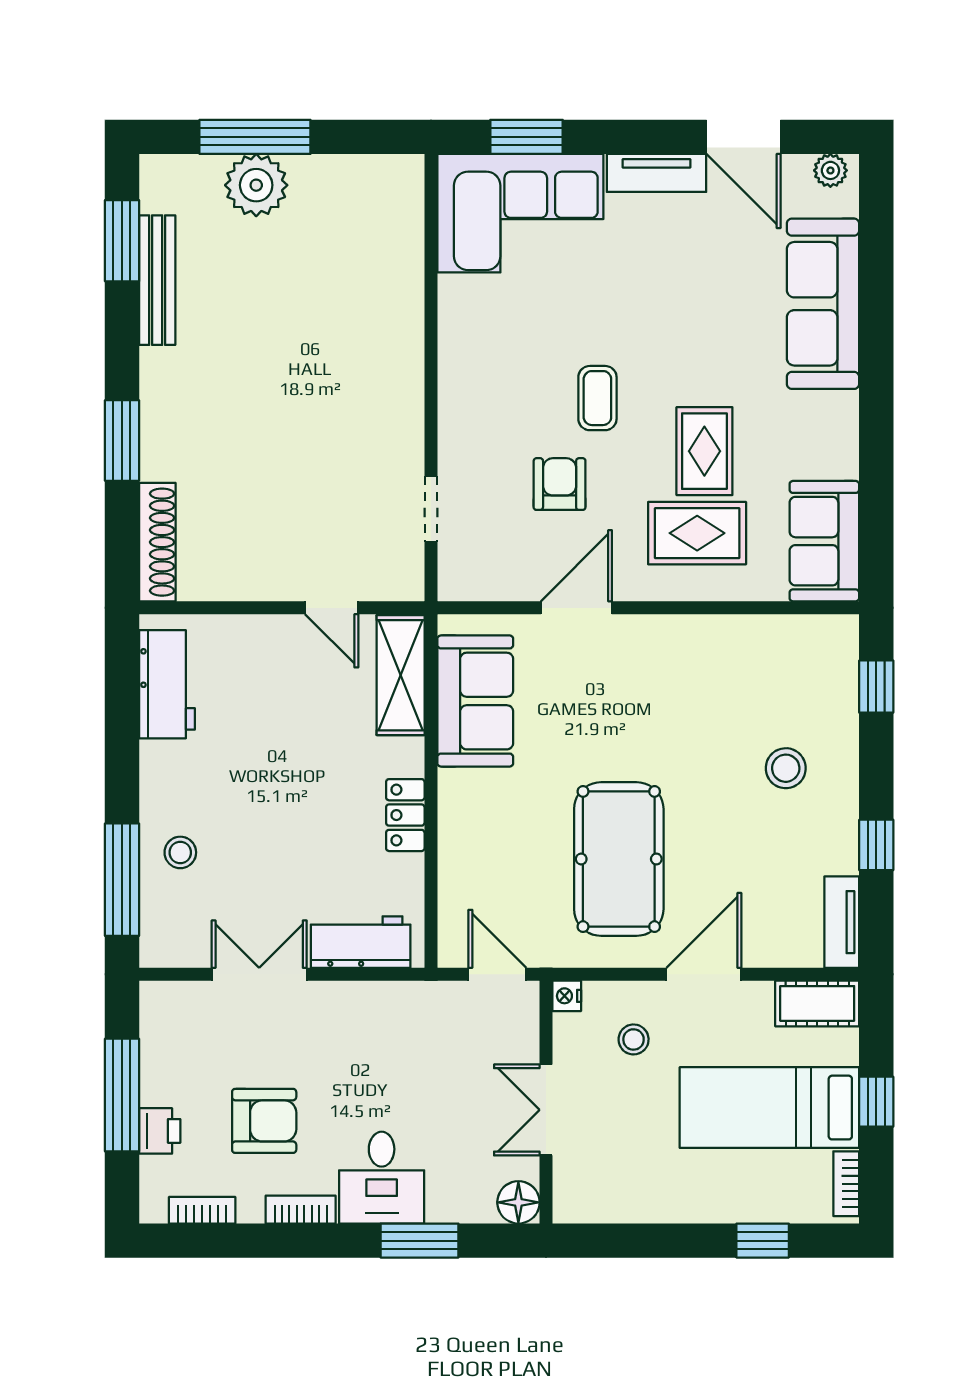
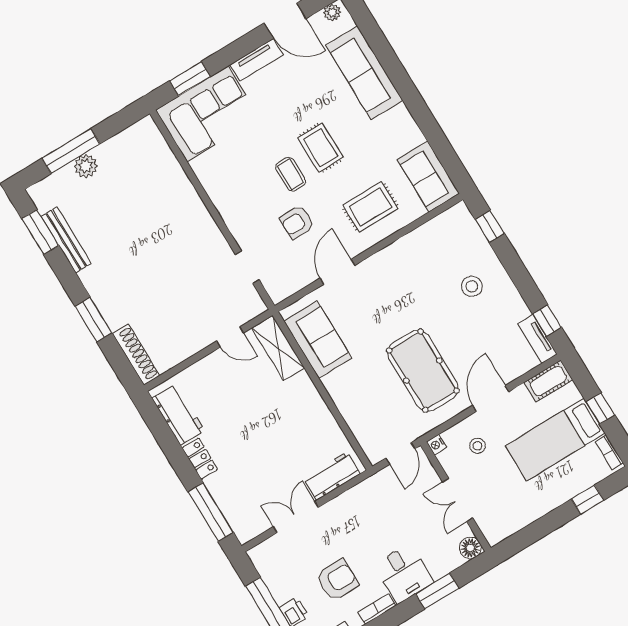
plant: (256, 185) -> (86, 166), width x0.73, depth x0.73
rug: (704, 451) -> (320, 148), moved
armchair: (560, 484) -> (297, 222), turned -90
locker: (405, 815) -> (200, 459), moved, turned 180
window: (876, 845) -> (547, 321), moved
stool: (180, 852) -> (229, 485), removed
door: (497, 974) -> (400, 453), swing flipped

